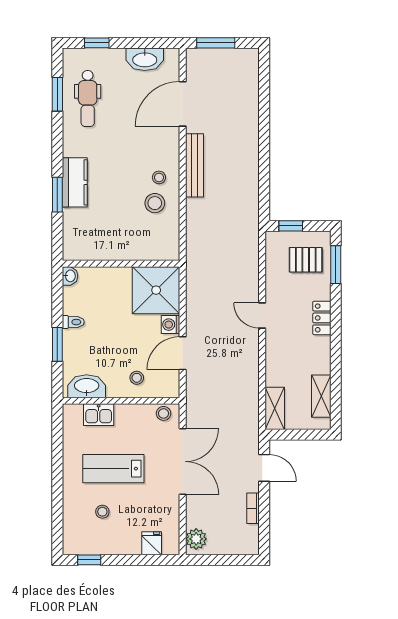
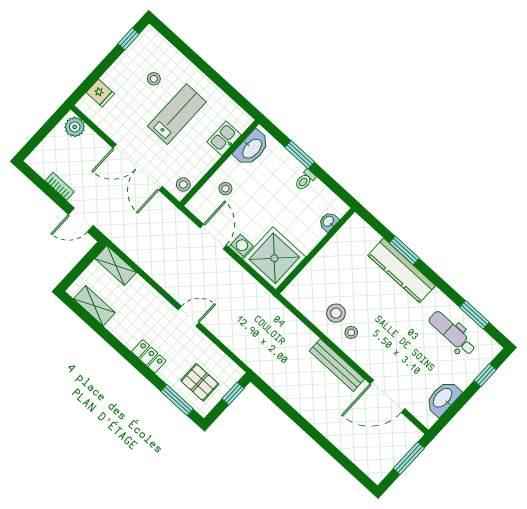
door: (183, 104) -> (388, 396), swing flipped
kitchen counter: (75, 182) -> (402, 270), width x1.50
pallet: (306, 260) -> (200, 382), turned 90
washbasin: (70, 276) -> (329, 222), moved, turned 90

